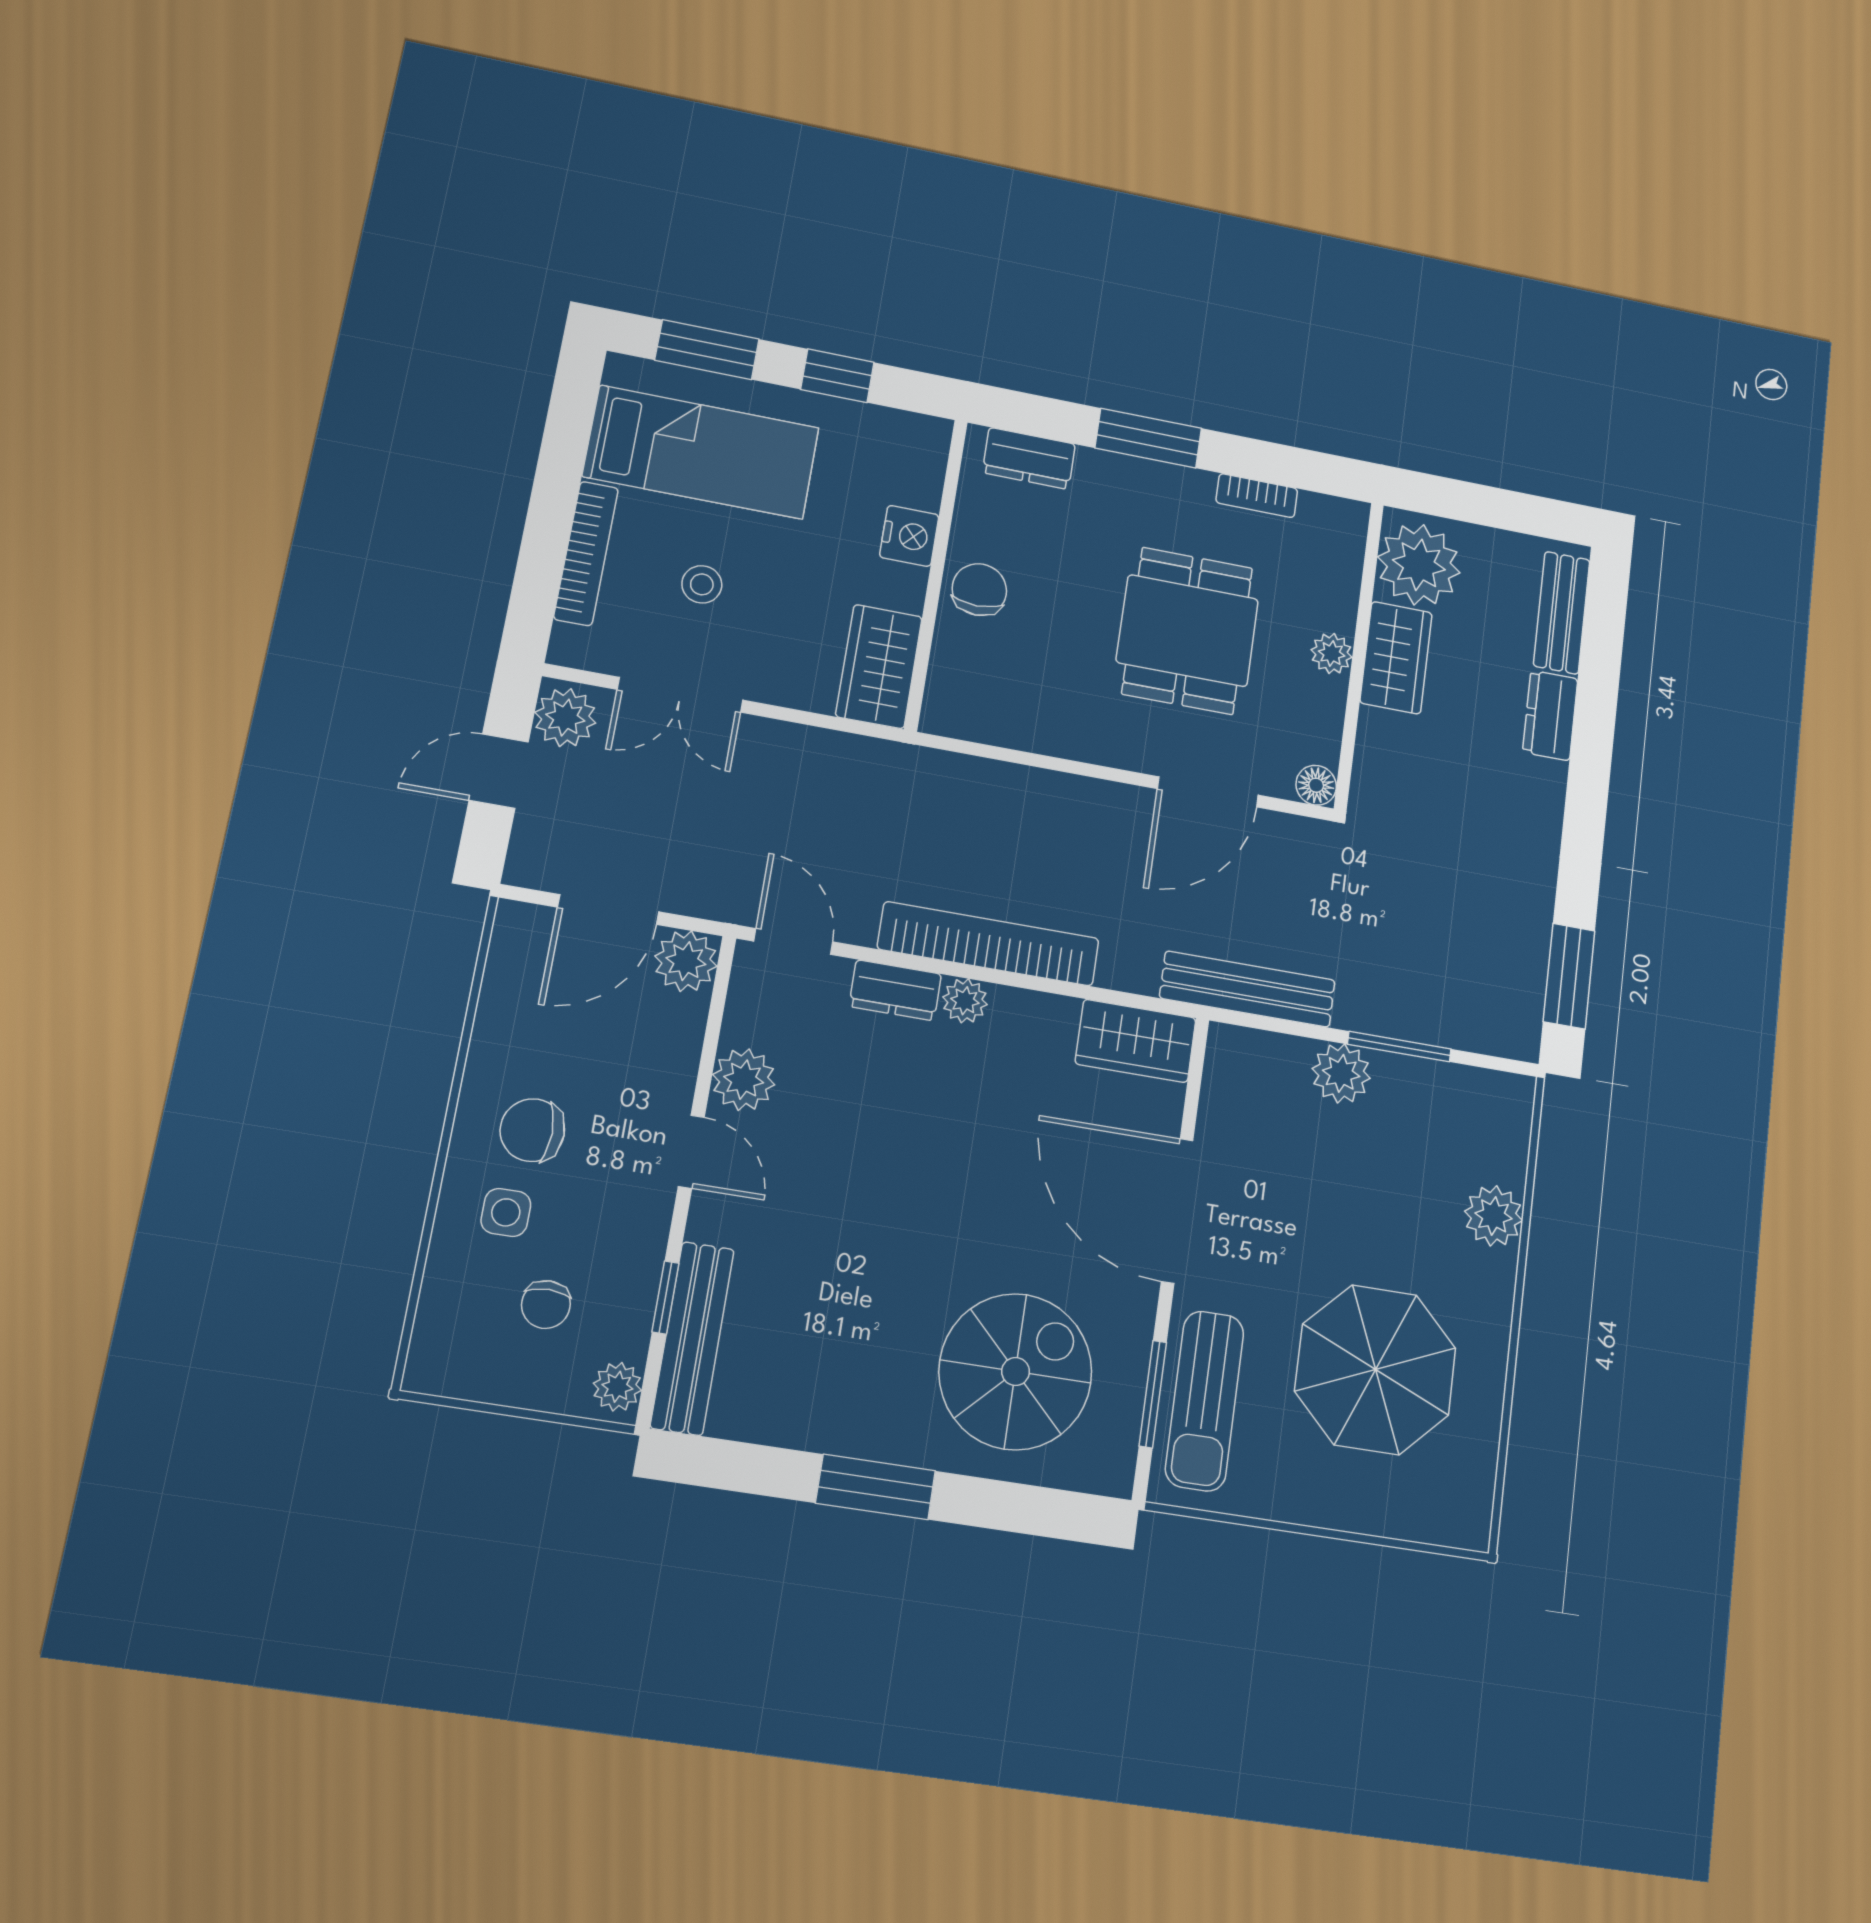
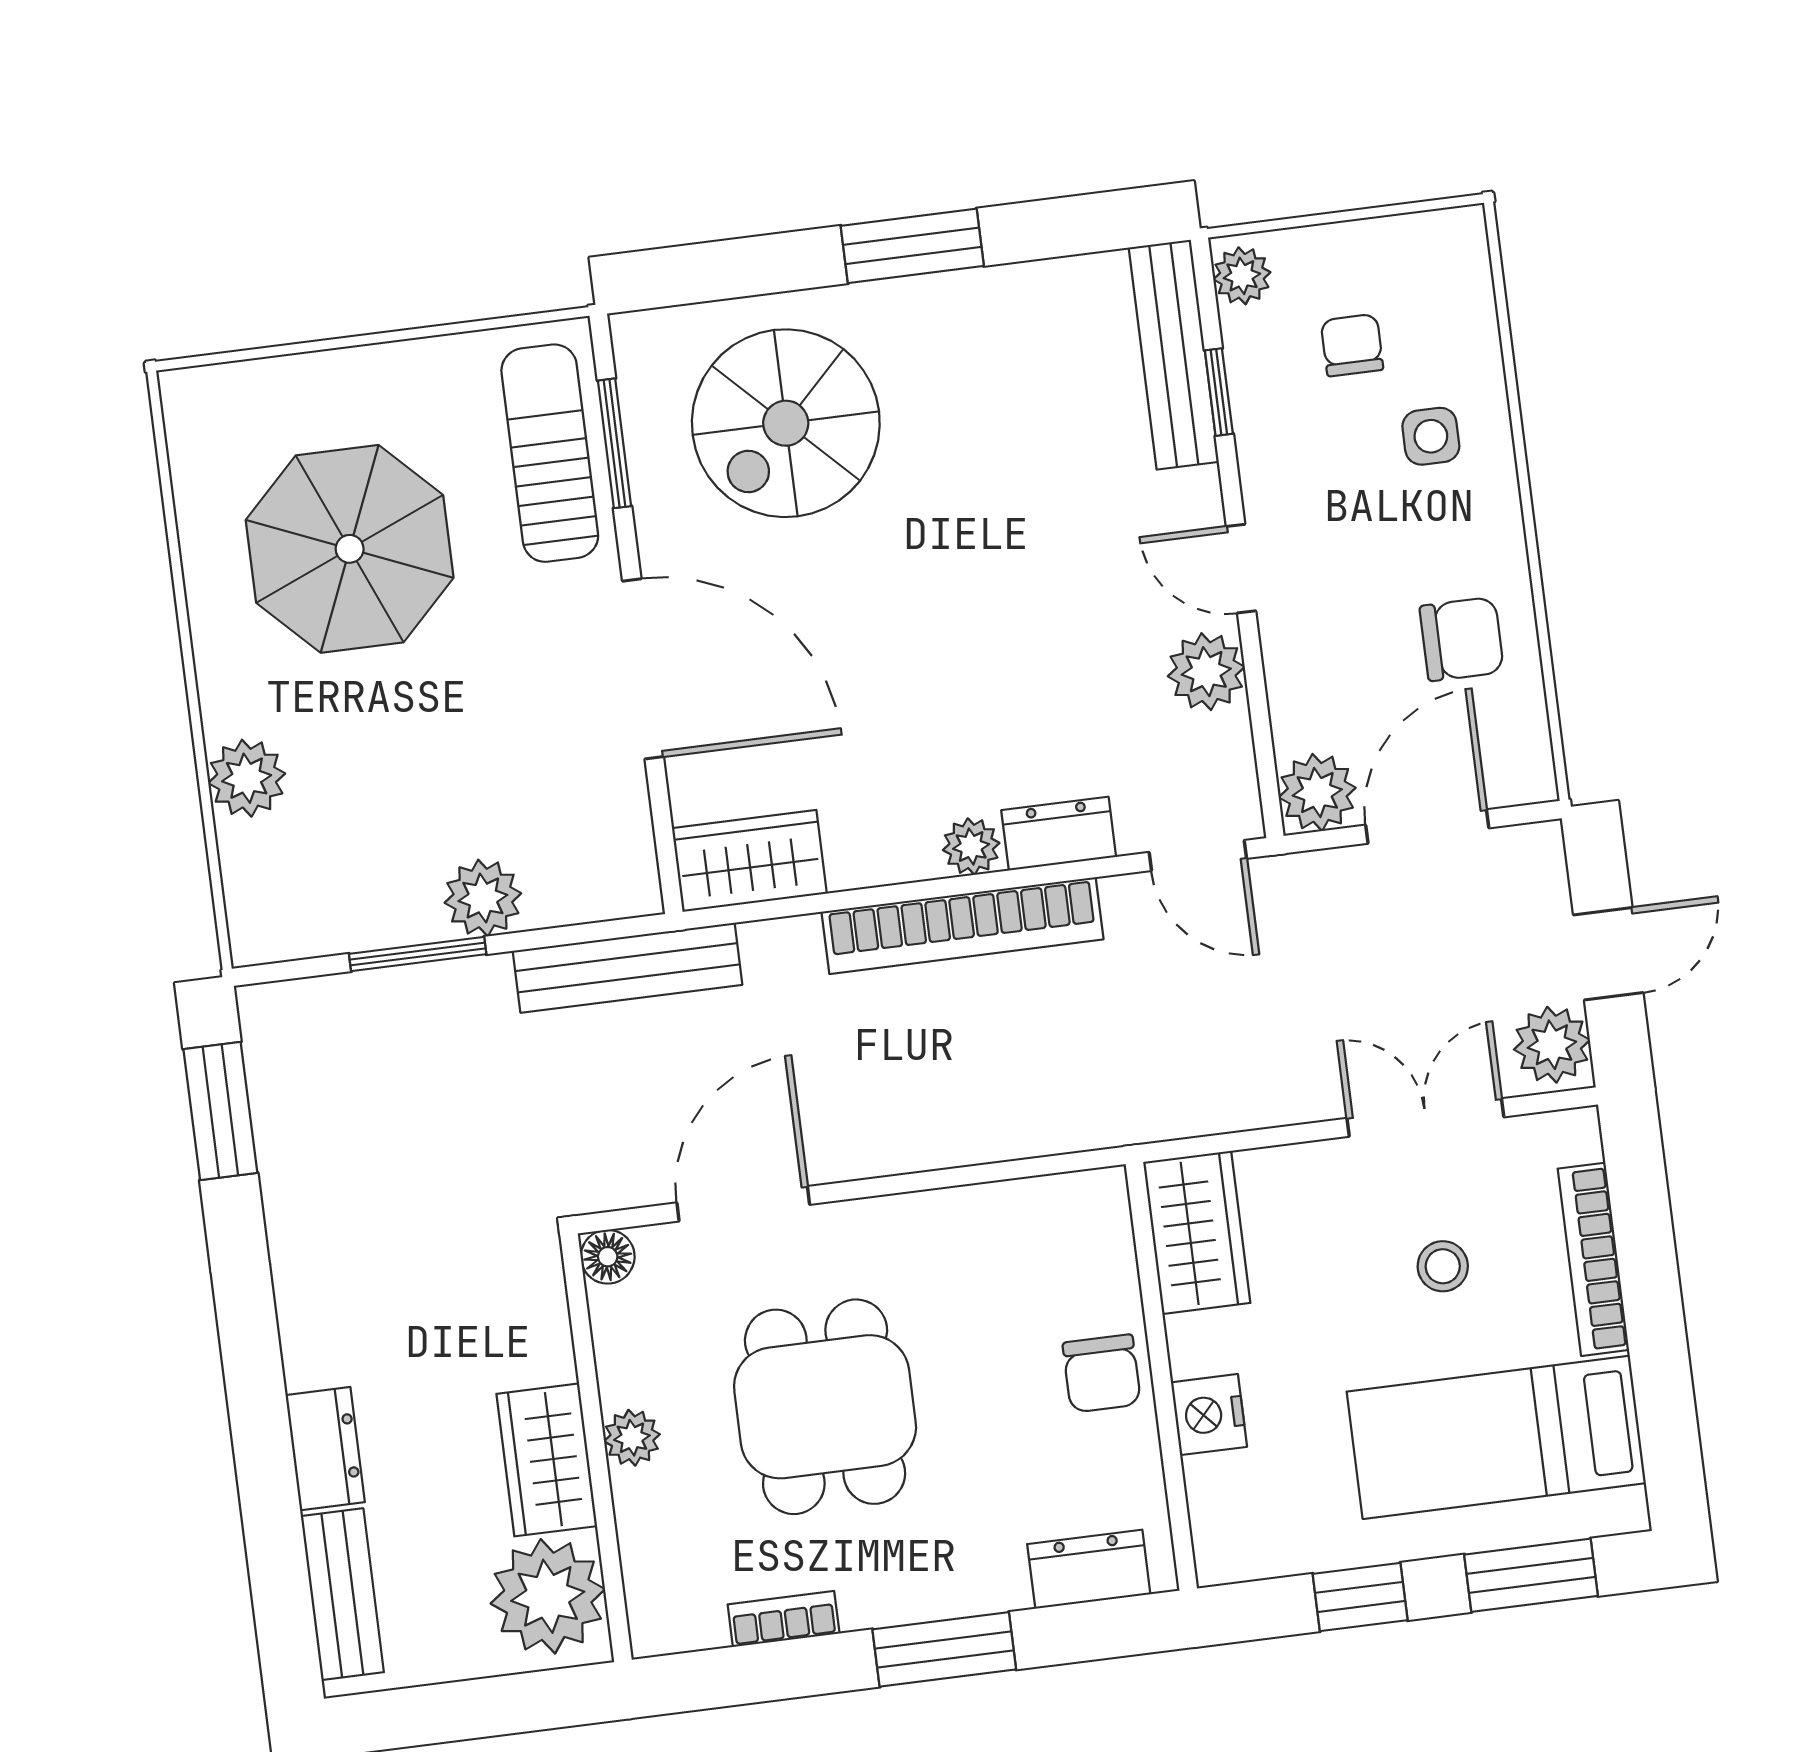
chair: (532, 1130) -> (1462, 639), moved

